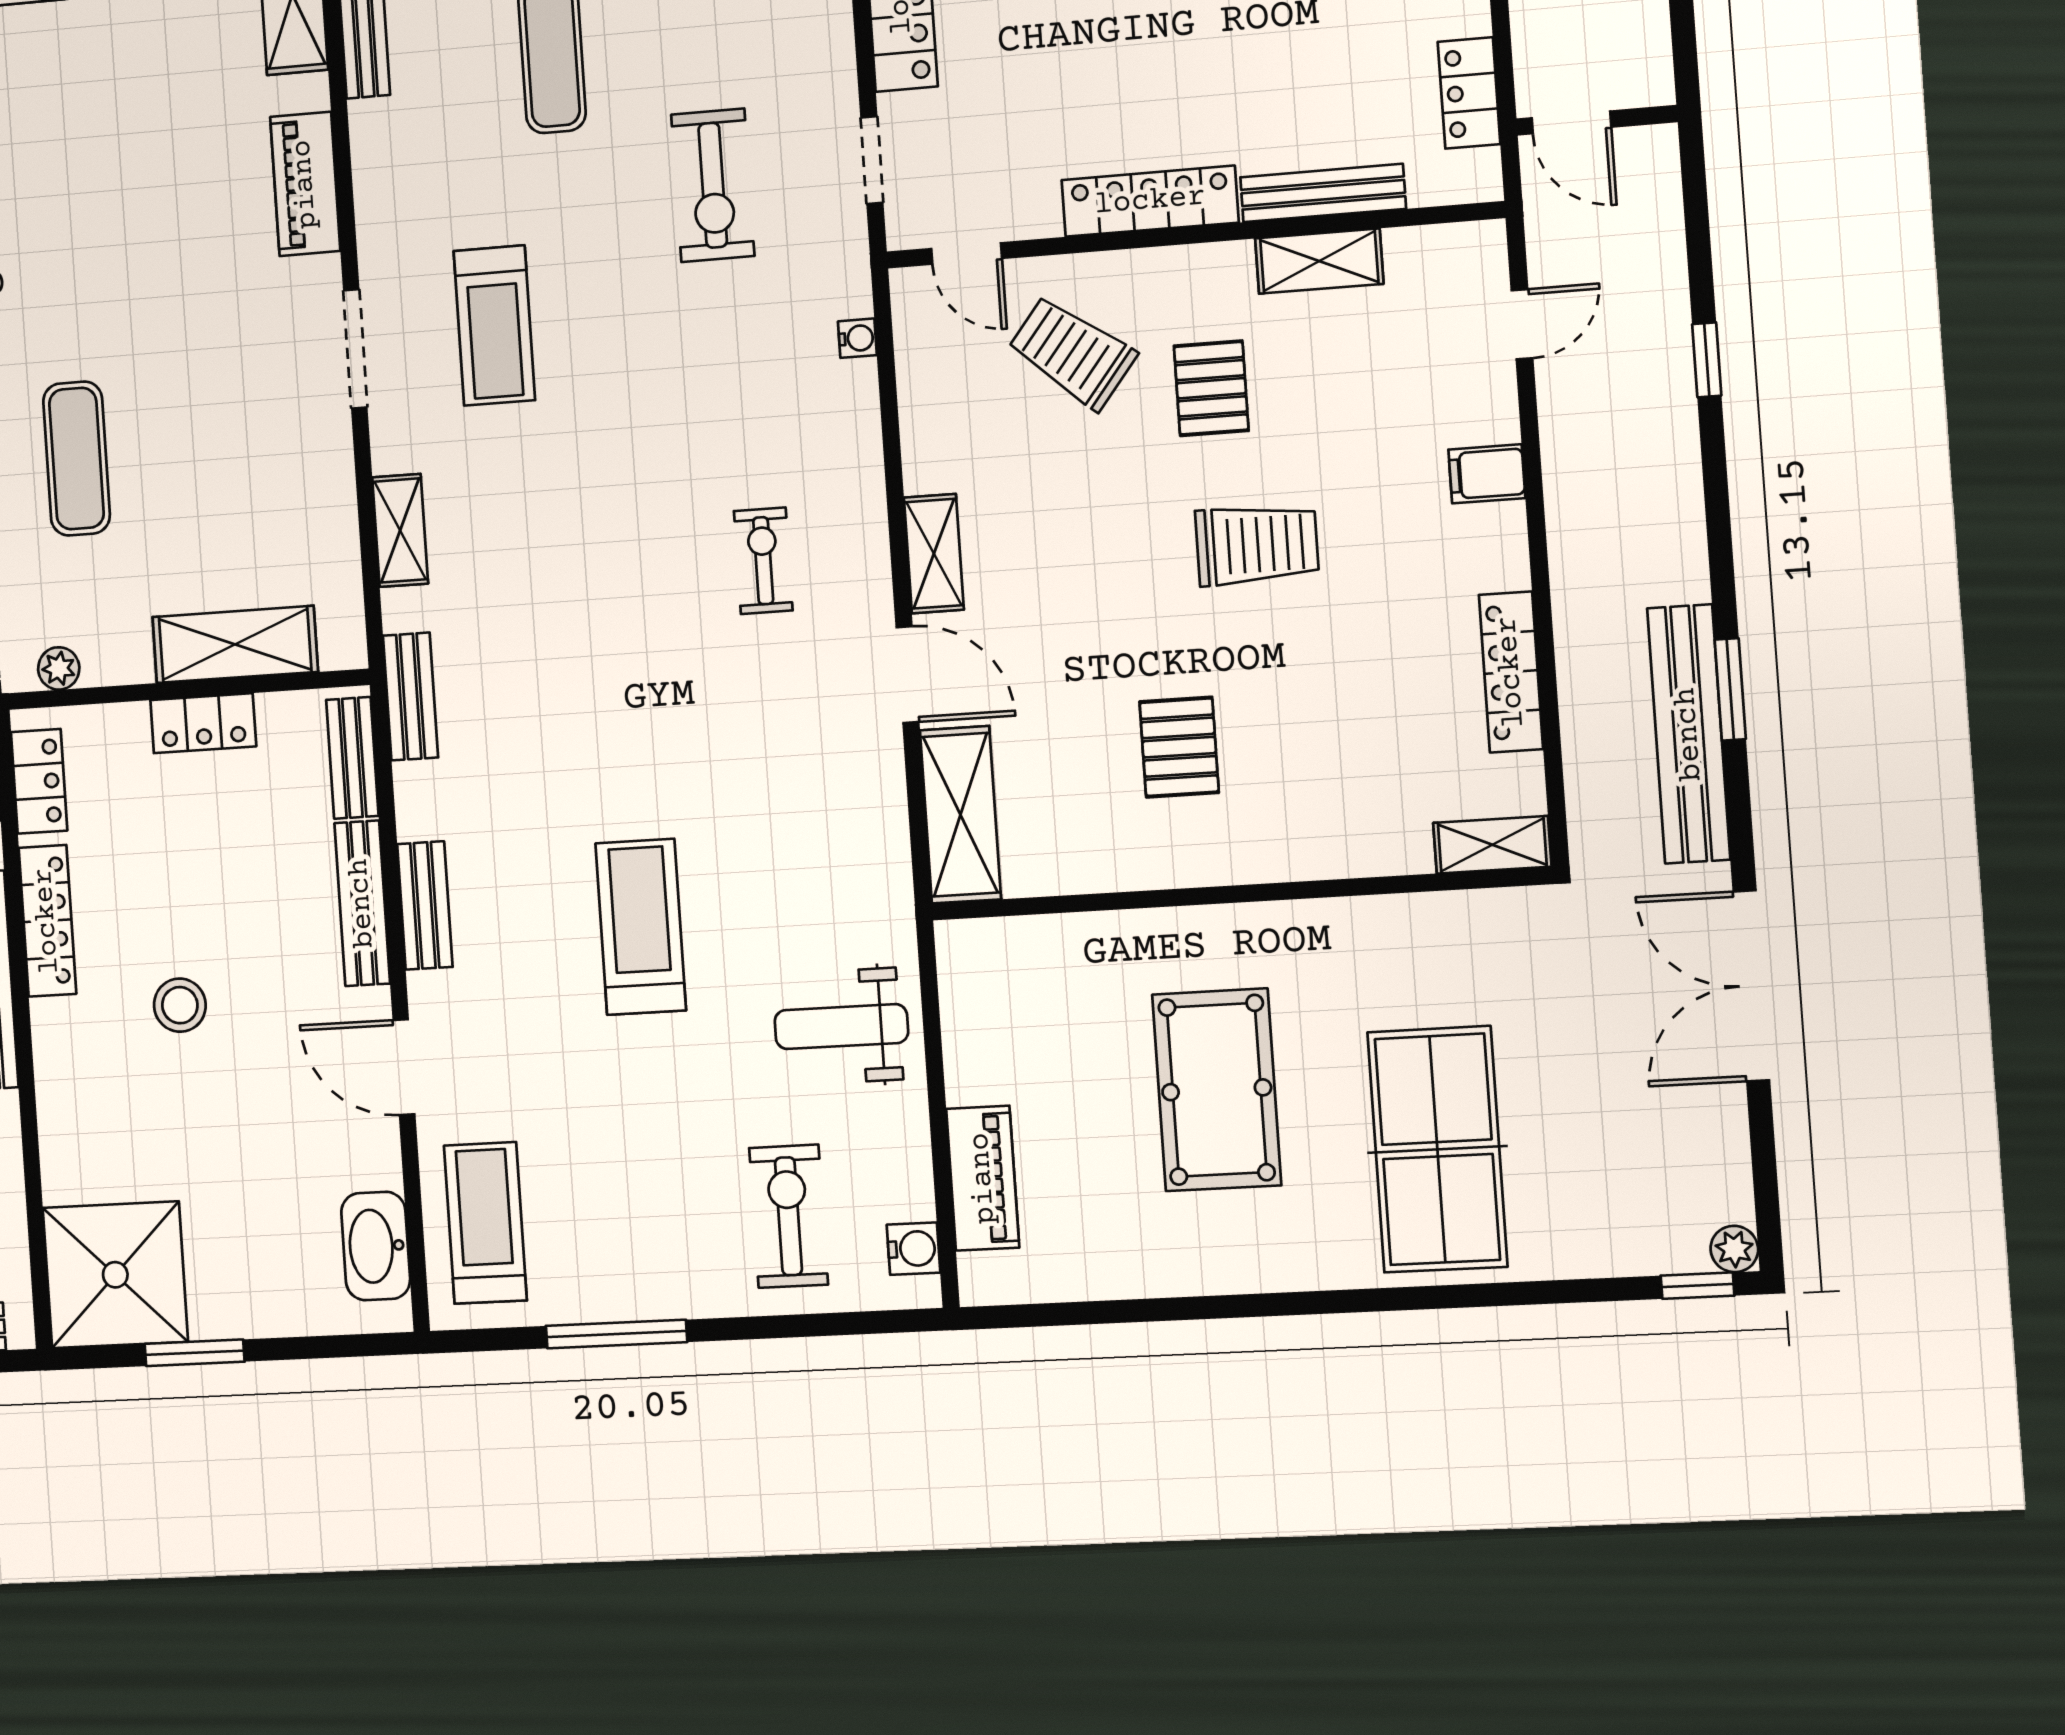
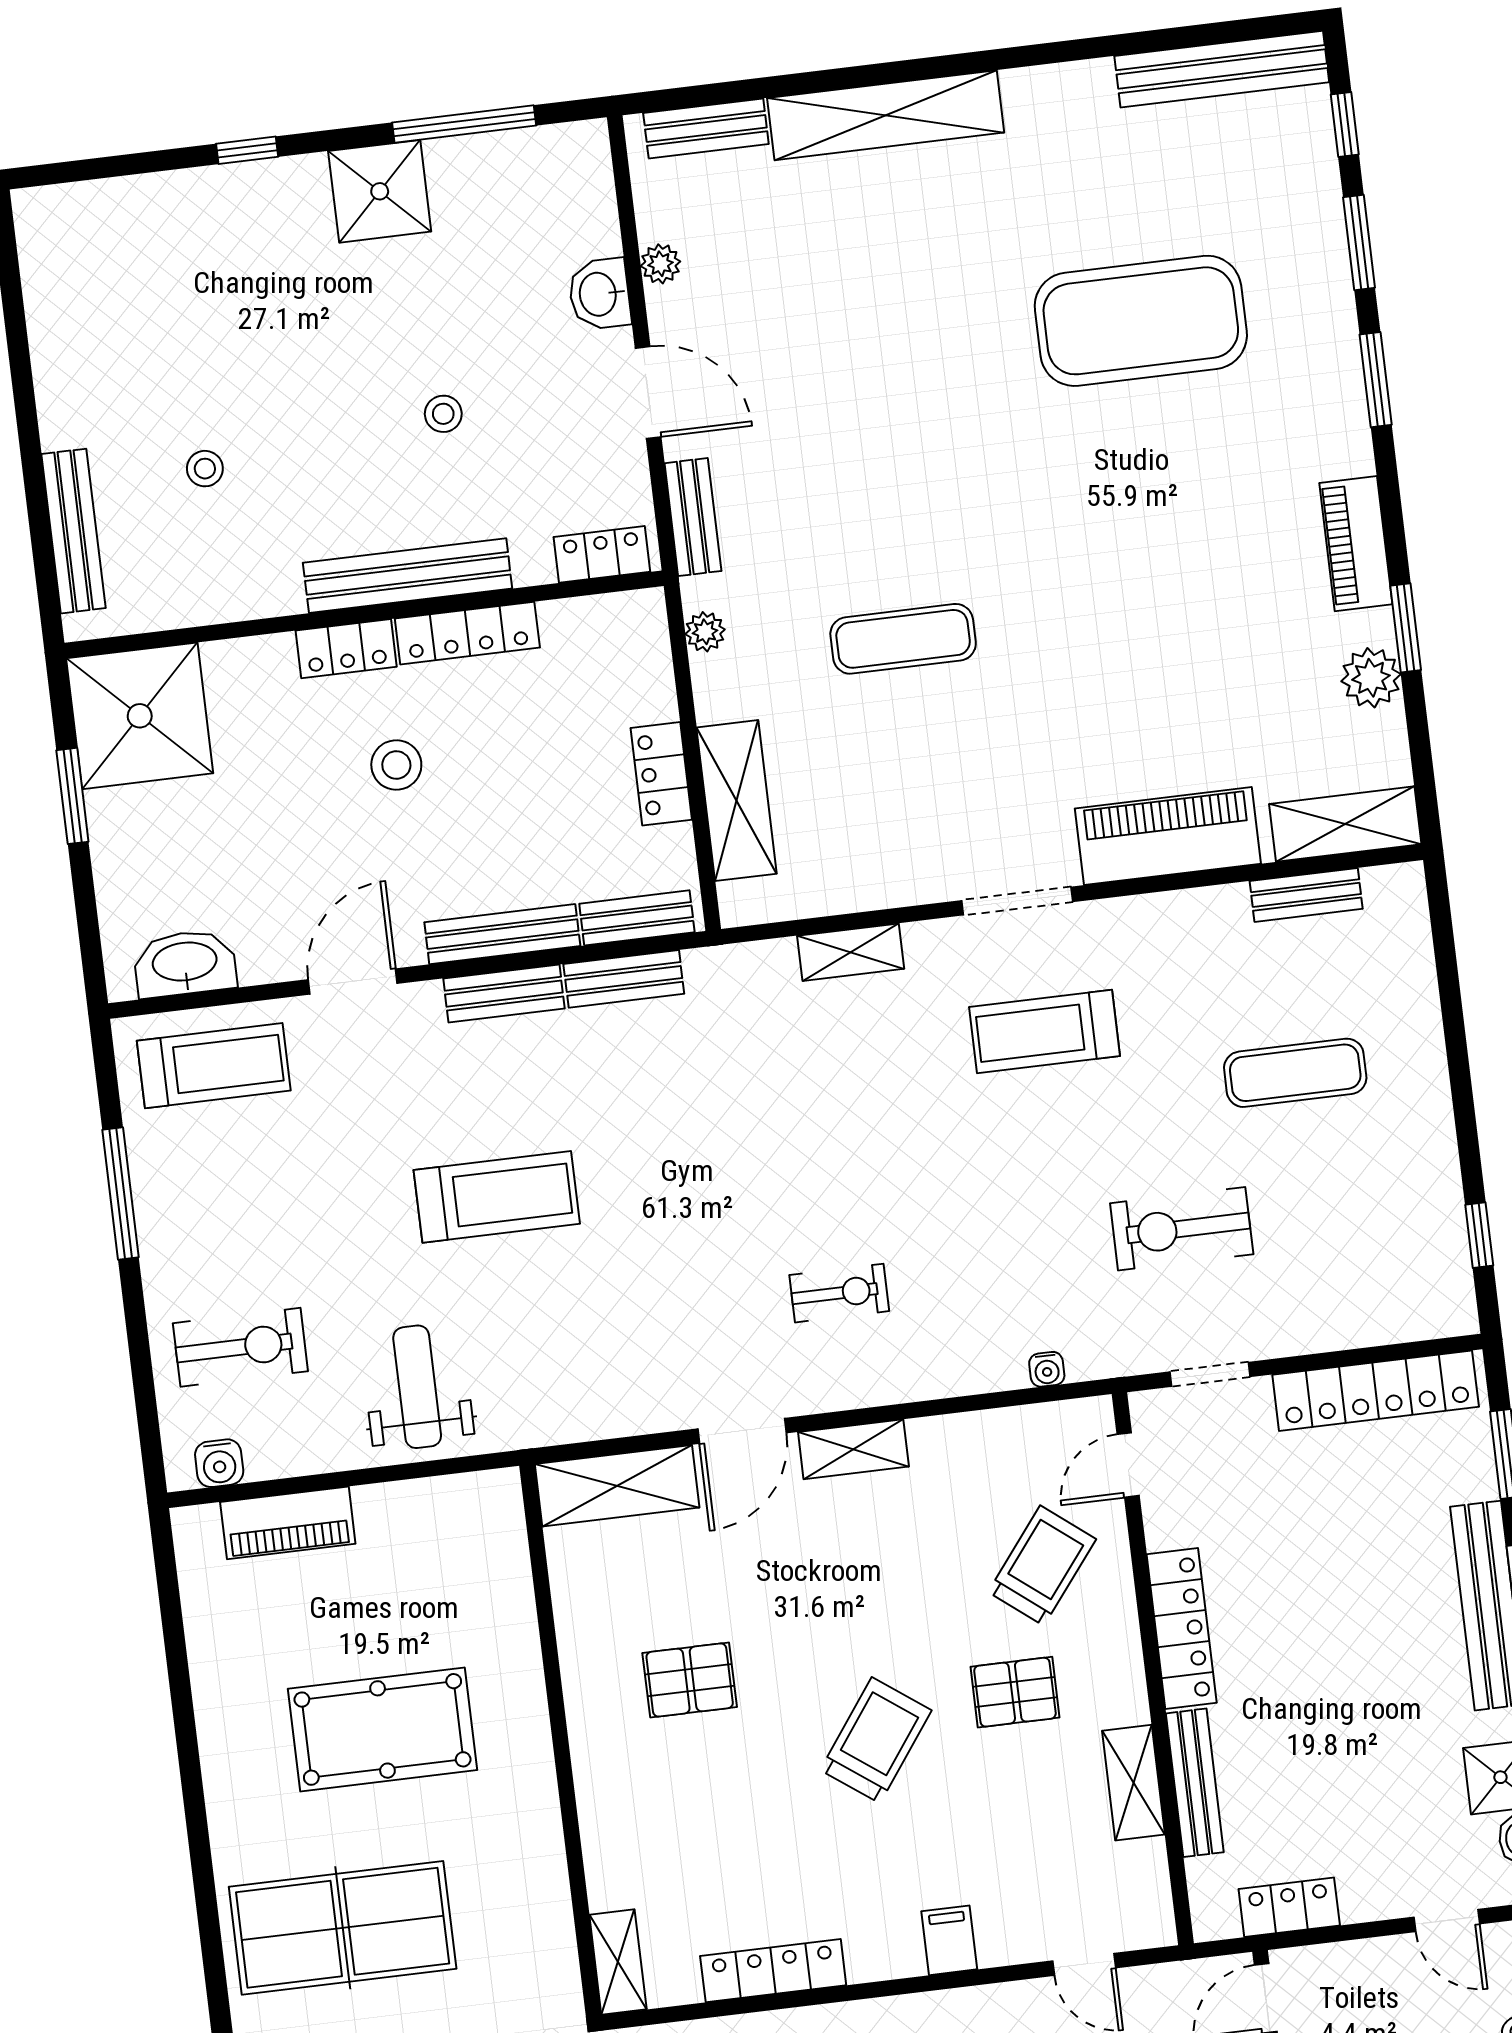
piano: (305, 184) -> (1168, 836), width x1.37, depth x1.33
trolley: (1257, 545) -> (876, 1740), turned -144
bench: (411, 696) -> (624, 979), moved
locker: (39, 781) -> (346, 649), moved

